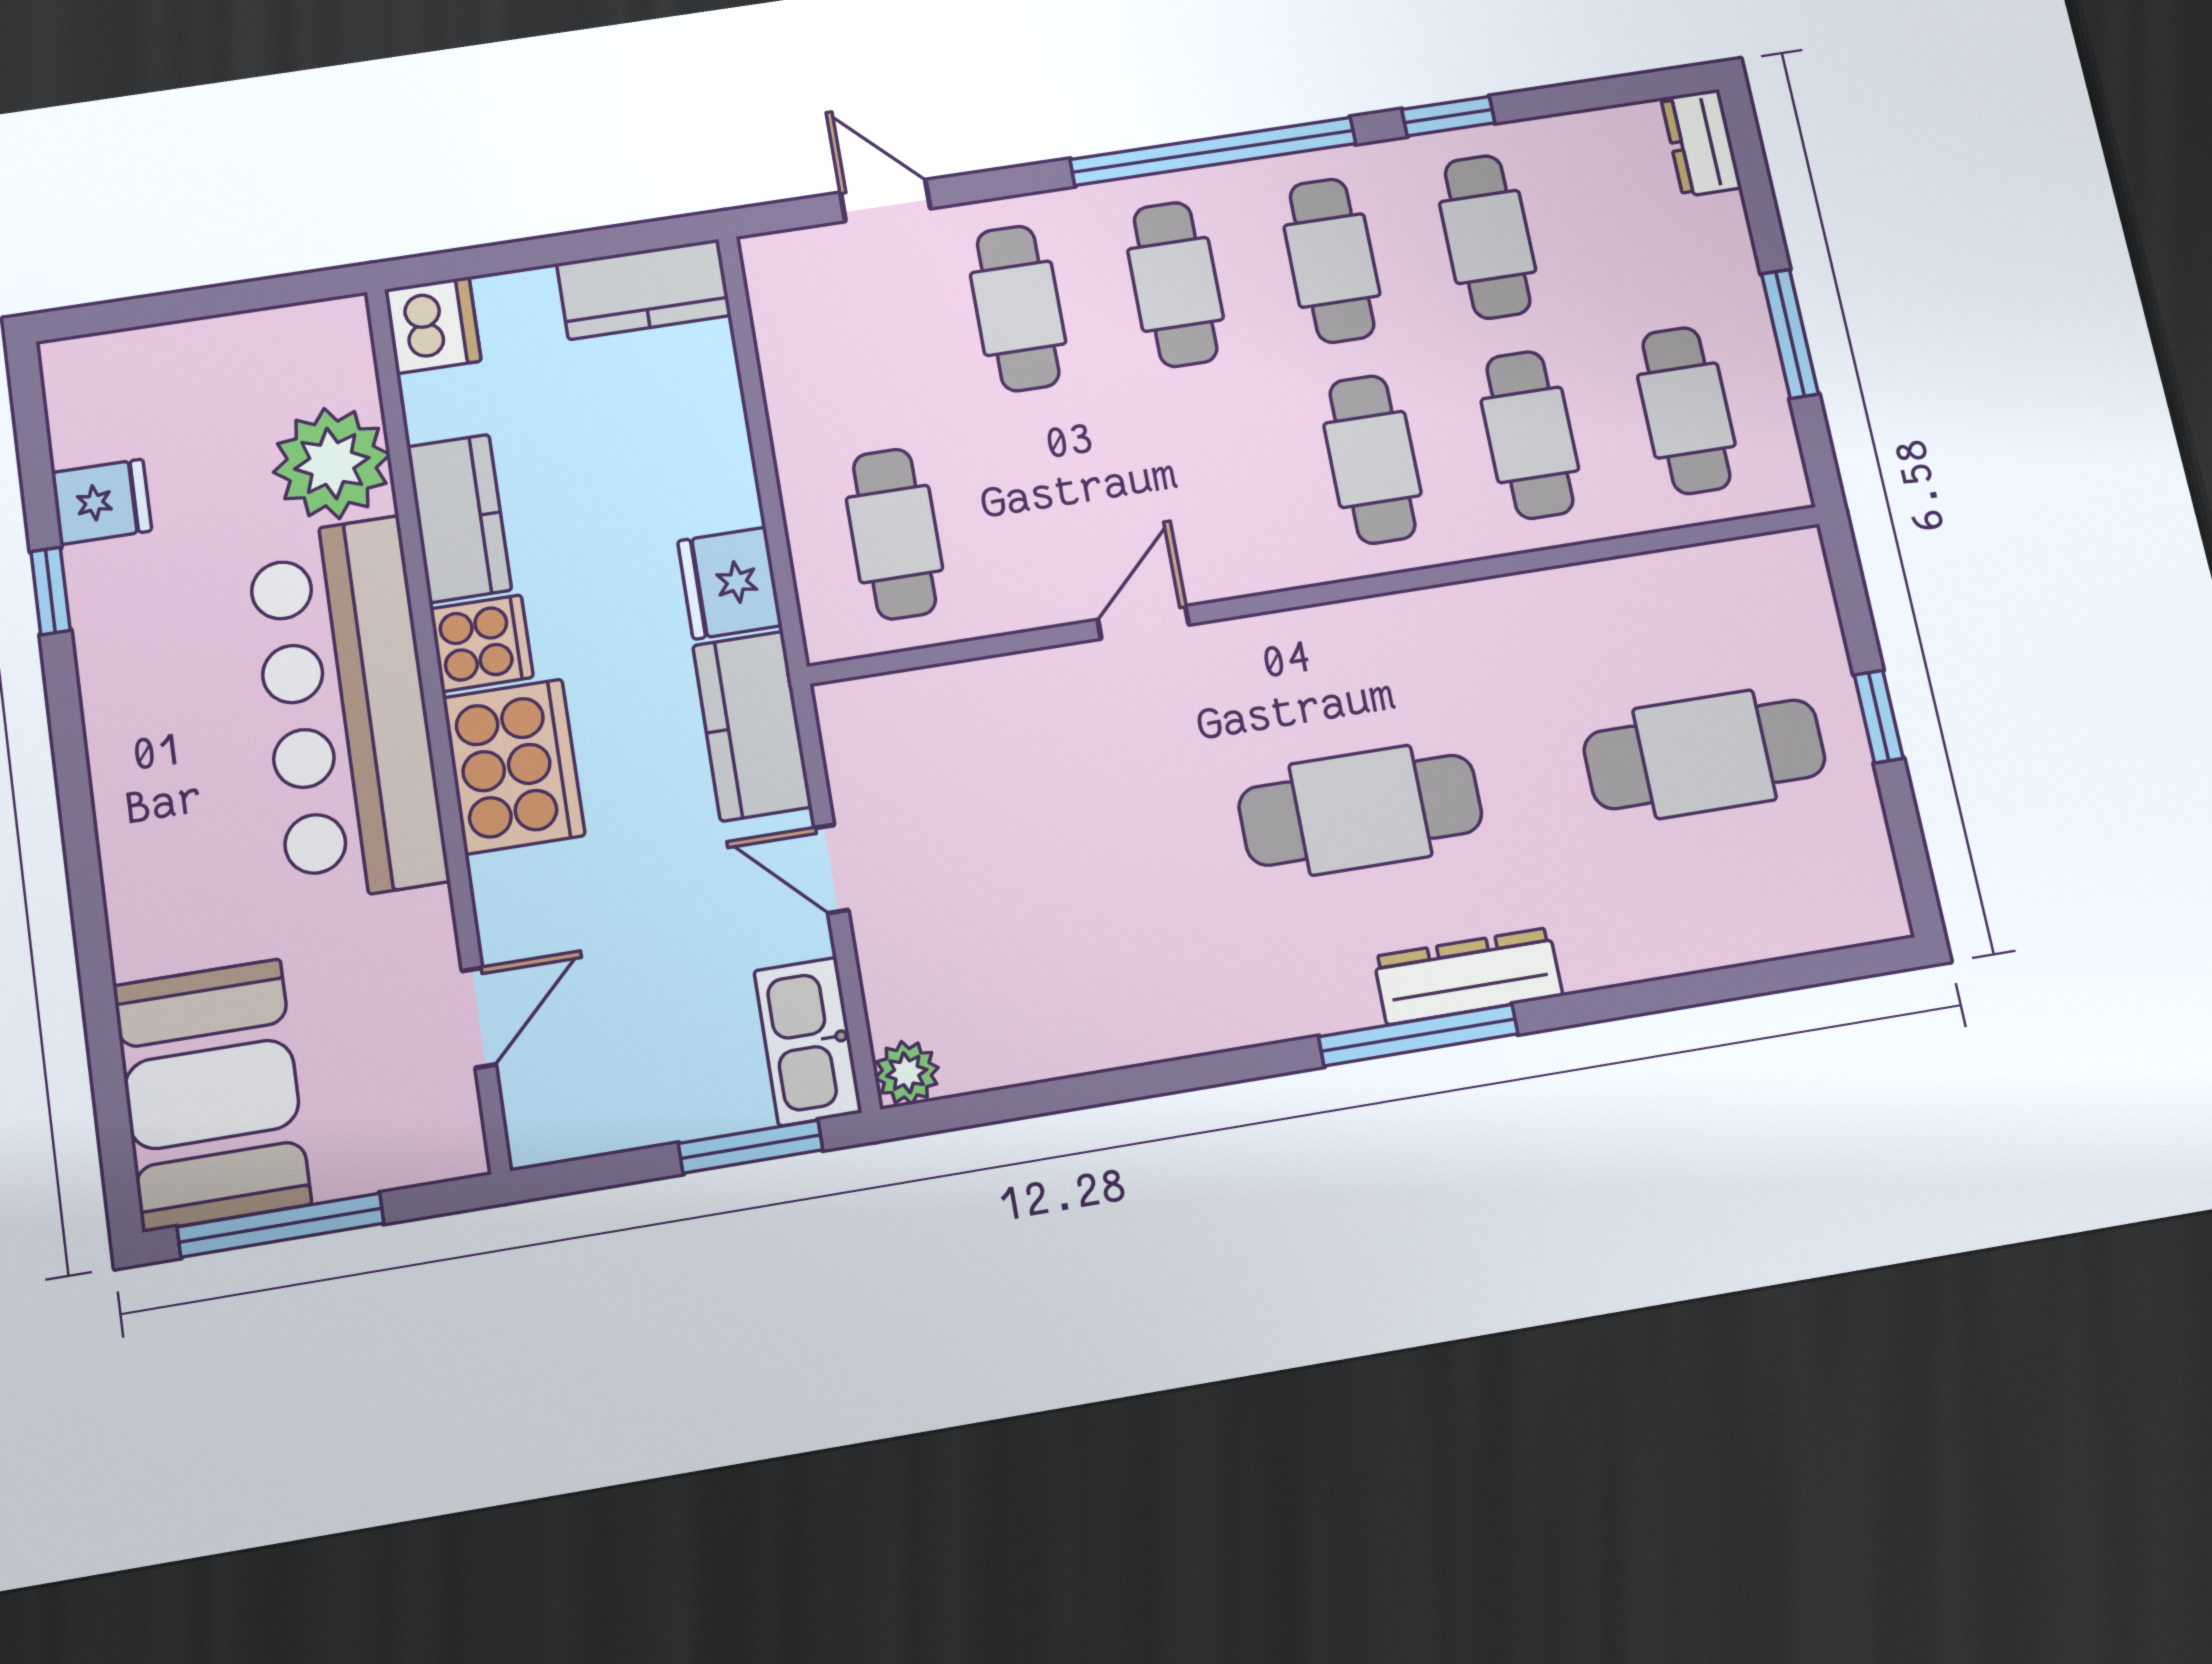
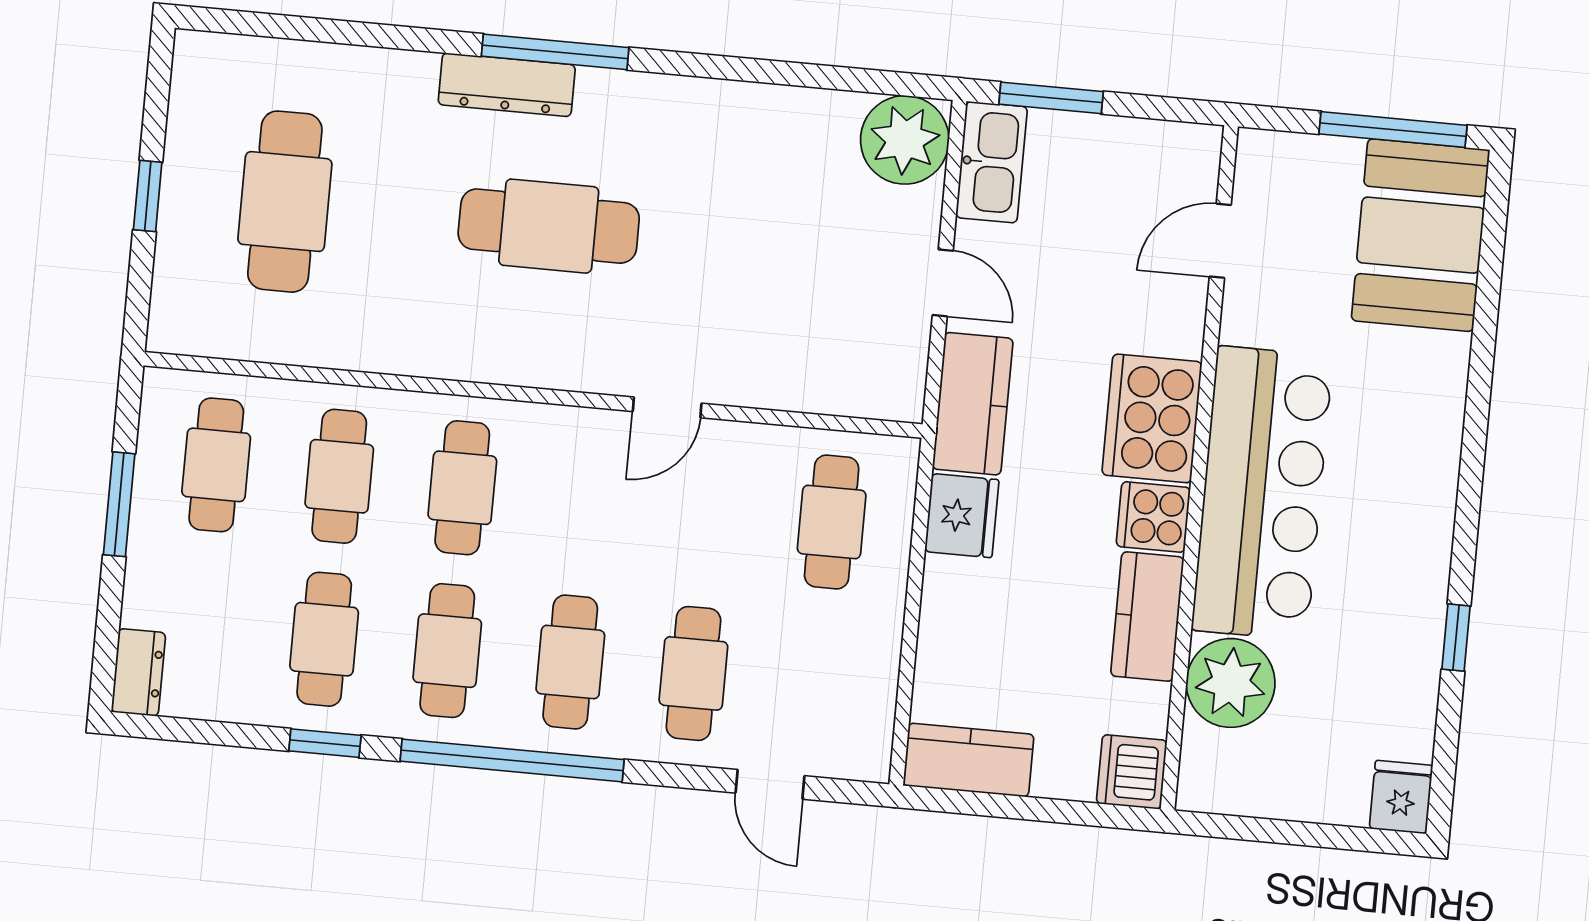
fridge: (102, 502) -> (1401, 797), moved, turned 90
cafe table: (1704, 754) -> (285, 202), turned 90
plant: (907, 1073) -> (905, 140), width x1.87, depth x1.87

